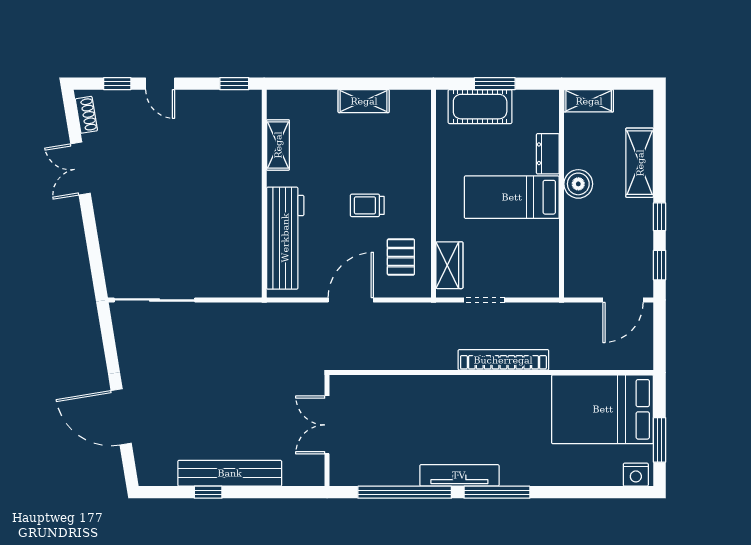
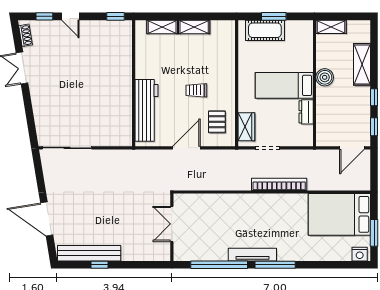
shelving: (278, 145) -> (162, 27), moved, turned 90
dresser: (548, 154) -> (306, 112), moved
bench: (230, 473) -> (89, 253), moved

